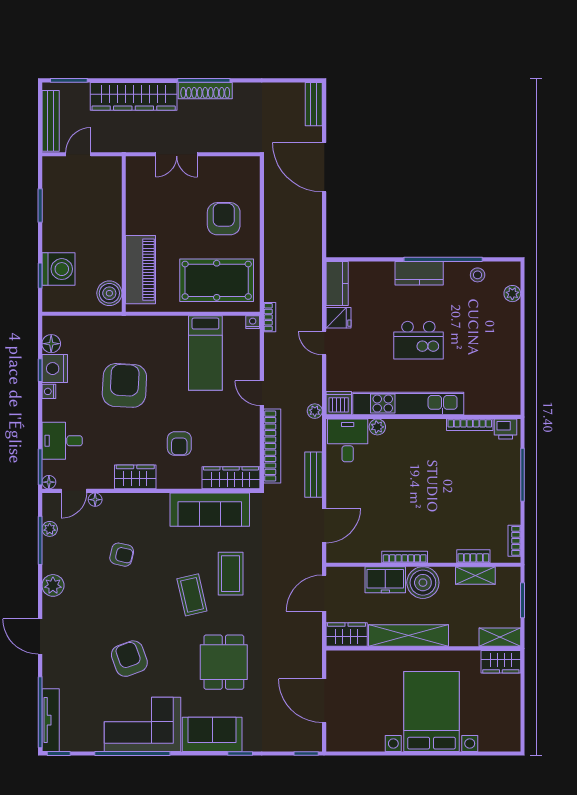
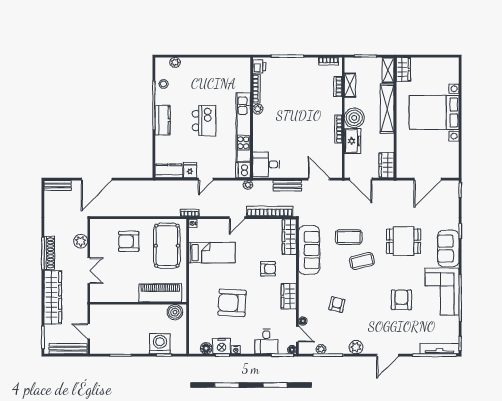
plant: (224, 141) -> (81, 241), added
plant: (377, 427) -> (258, 109), moved
shelving: (408, 636) -> (387, 109), moved
armchair: (129, 659) -> (401, 300), turned 110

